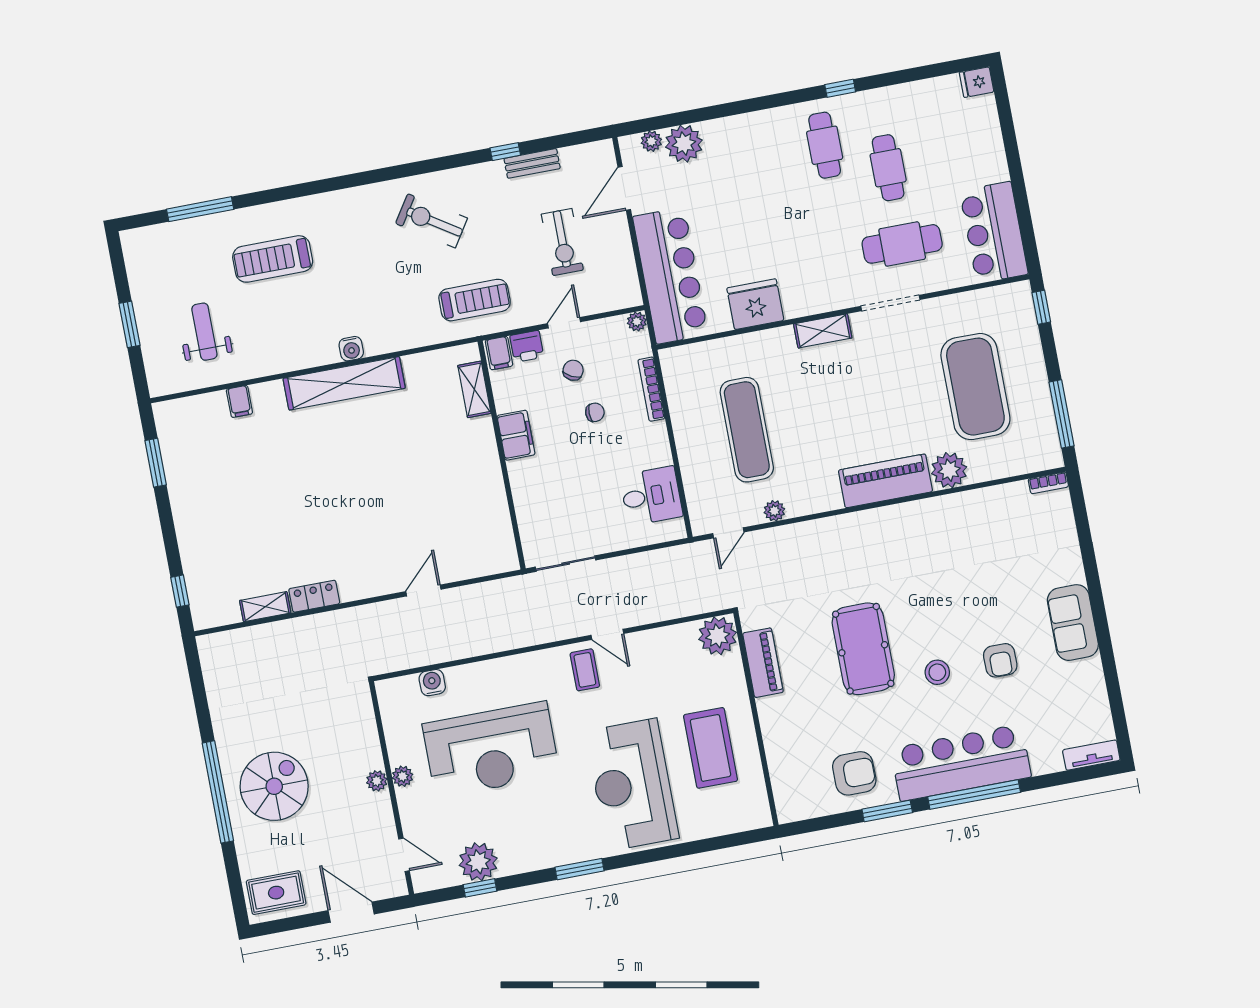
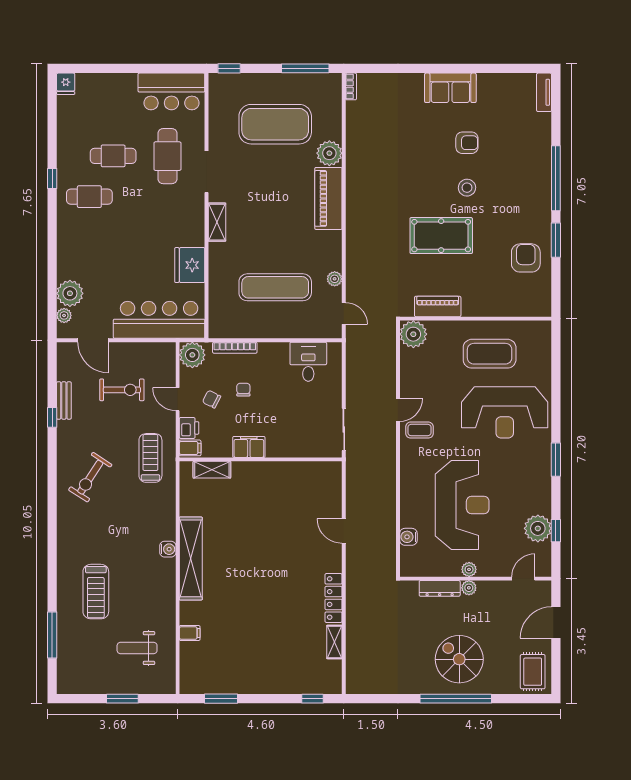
plant: (637, 321) -> (192, 355), width x1.88, depth x1.88
locker: (314, 596) -> (334, 598), width x1.53
dresser: (368, 740) -> (440, 588), added
bar counter: (961, 763) -> (532, 183), removed

